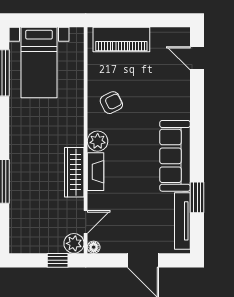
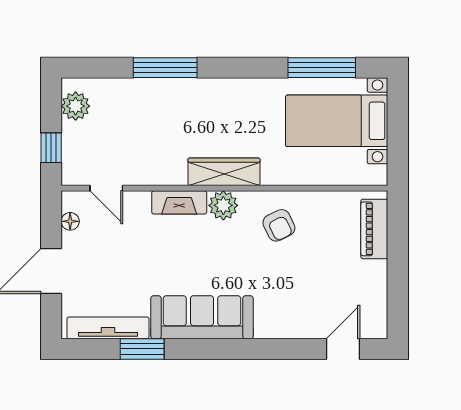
piano: (121, 40) -> (374, 229), width x0.73, depth x0.75
wardrobe: (74, 172) -> (224, 172), moved
plant: (74, 243) -> (76, 106), moved
floor lamp: (94, 247) -> (70, 221), moved

